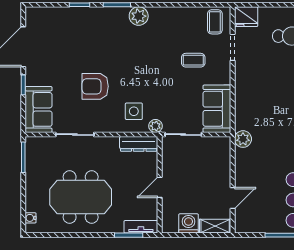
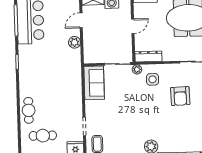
coffee table: (193, 60) -> (112, 117), removed
armchair: (95, 86) -> (180, 96), turned 88
plant: (243, 139) -> (74, 42), moved

